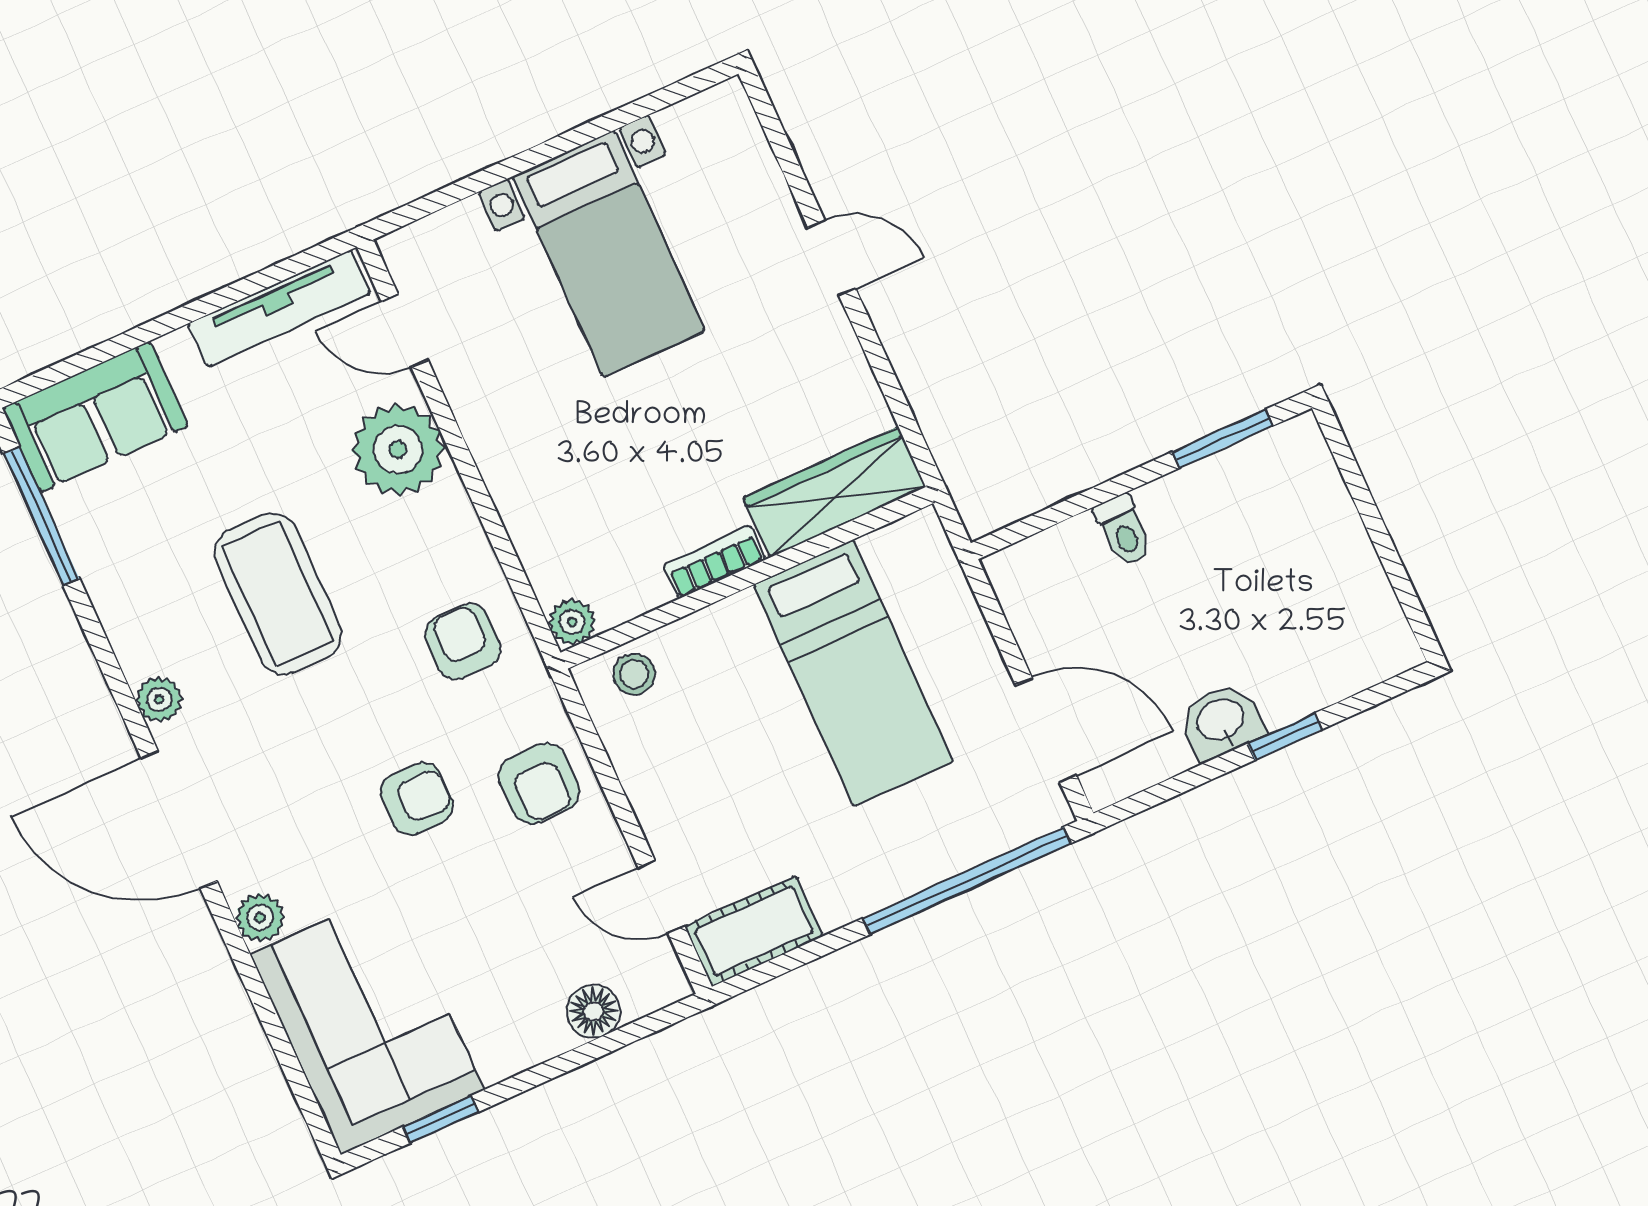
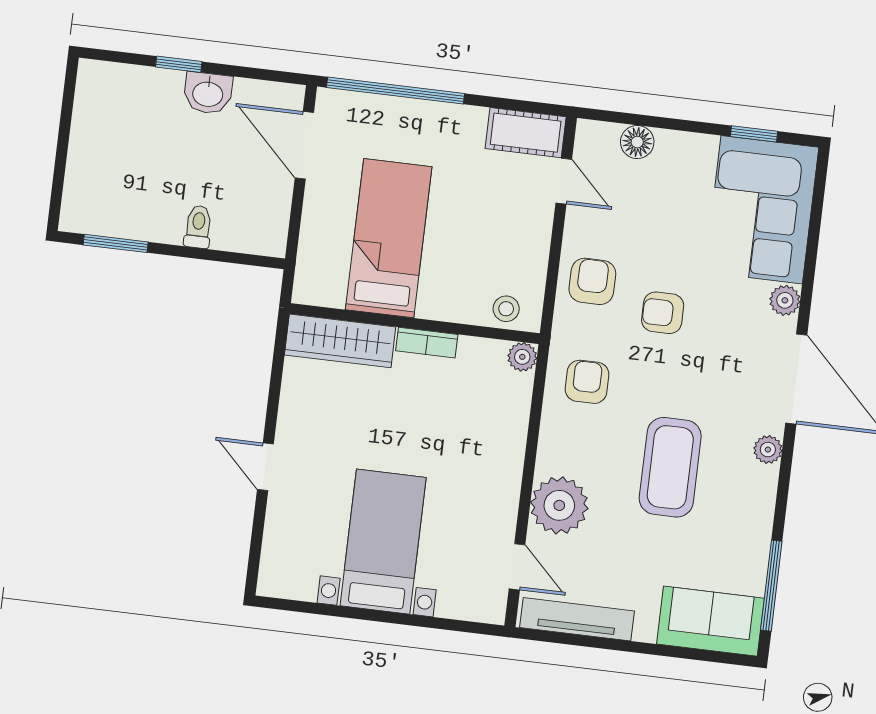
armchair: (463, 642) -> (587, 382), turned 180

